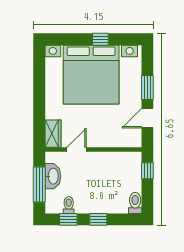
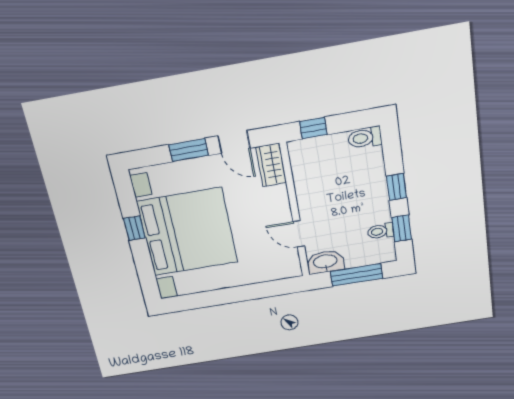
wardrobe: (53, 134) -> (271, 165), moved, turned -90
washbasin: (53, 176) -> (325, 262), moved

